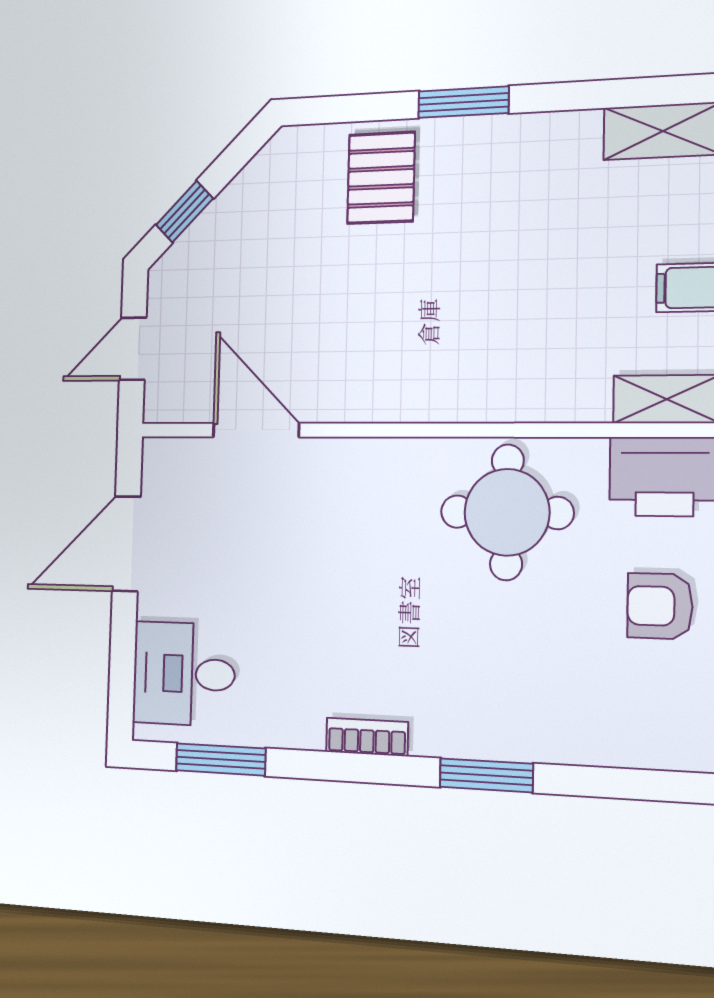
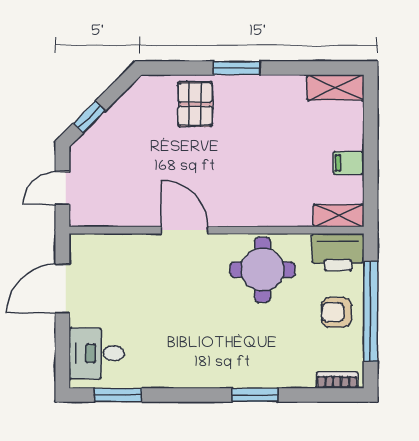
door: (256, 430) -> (184, 230), moved
bookcase: (367, 737) -> (337, 380), moved

